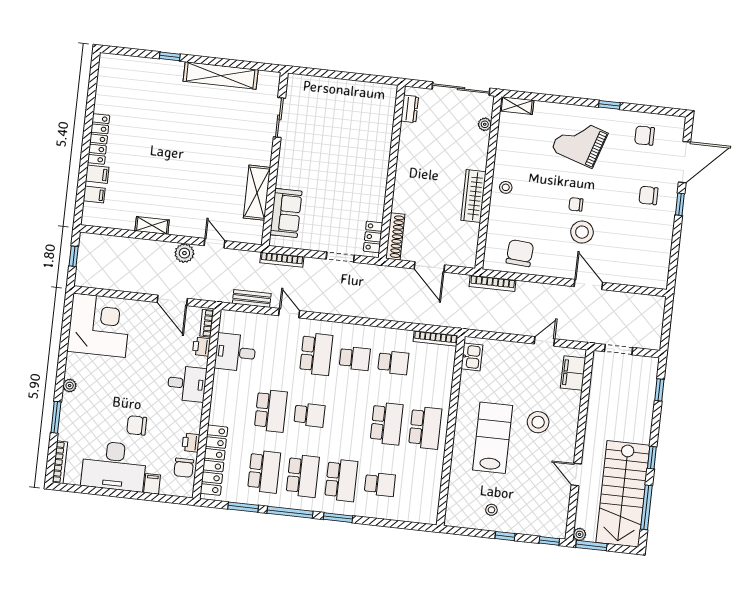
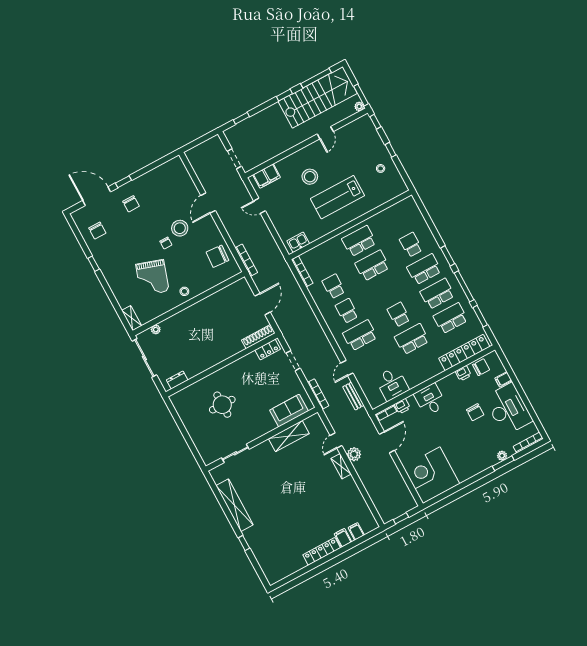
round table: (346, 141) -> (222, 405), added
grand piano: (580, 142) -> (152, 278), moved
wardrobe: (474, 196) -> (203, 307), removed
shelving: (152, 225) -> (341, 466), moved
plant: (70, 386) -> (502, 456), moved

